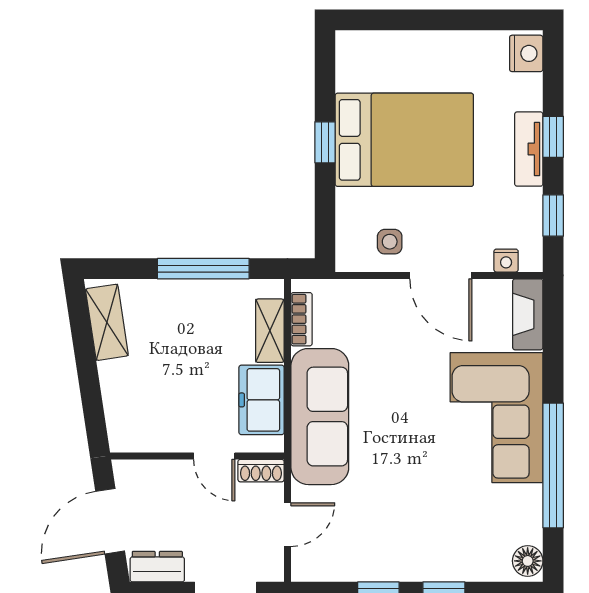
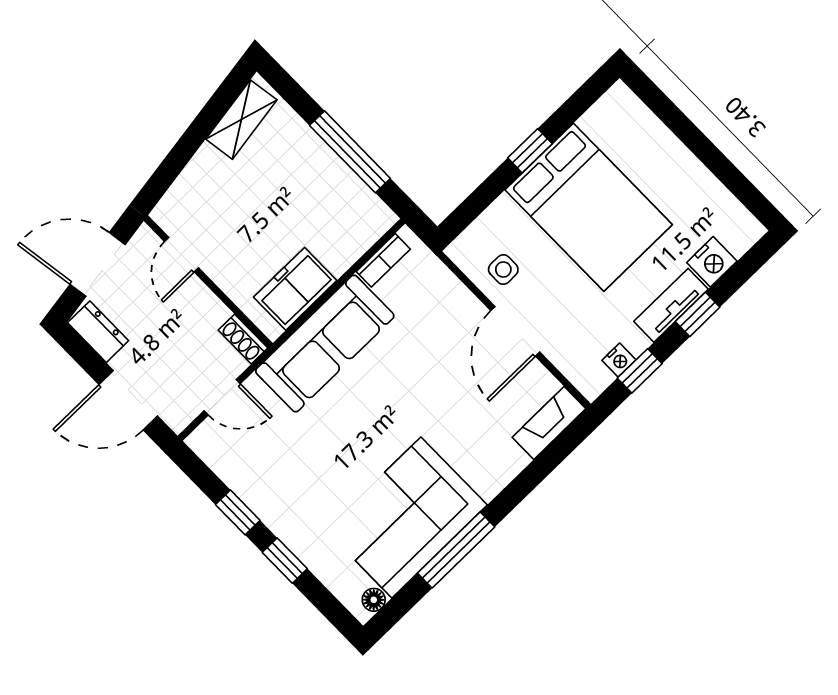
nightstand: (526, 53) -> (712, 262), moved
nightstand: (506, 261) -> (619, 360), moved, turned -90
shelving: (270, 331) -> (352, 245), removed
corner sofa: (497, 418) -> (406, 517), moved
door: (214, 456) -> (182, 255), moved
window: (553, 465) -> (456, 550), width x0.68
floor lamp: (528, 561) -> (374, 600), width x0.73, depth x0.73

